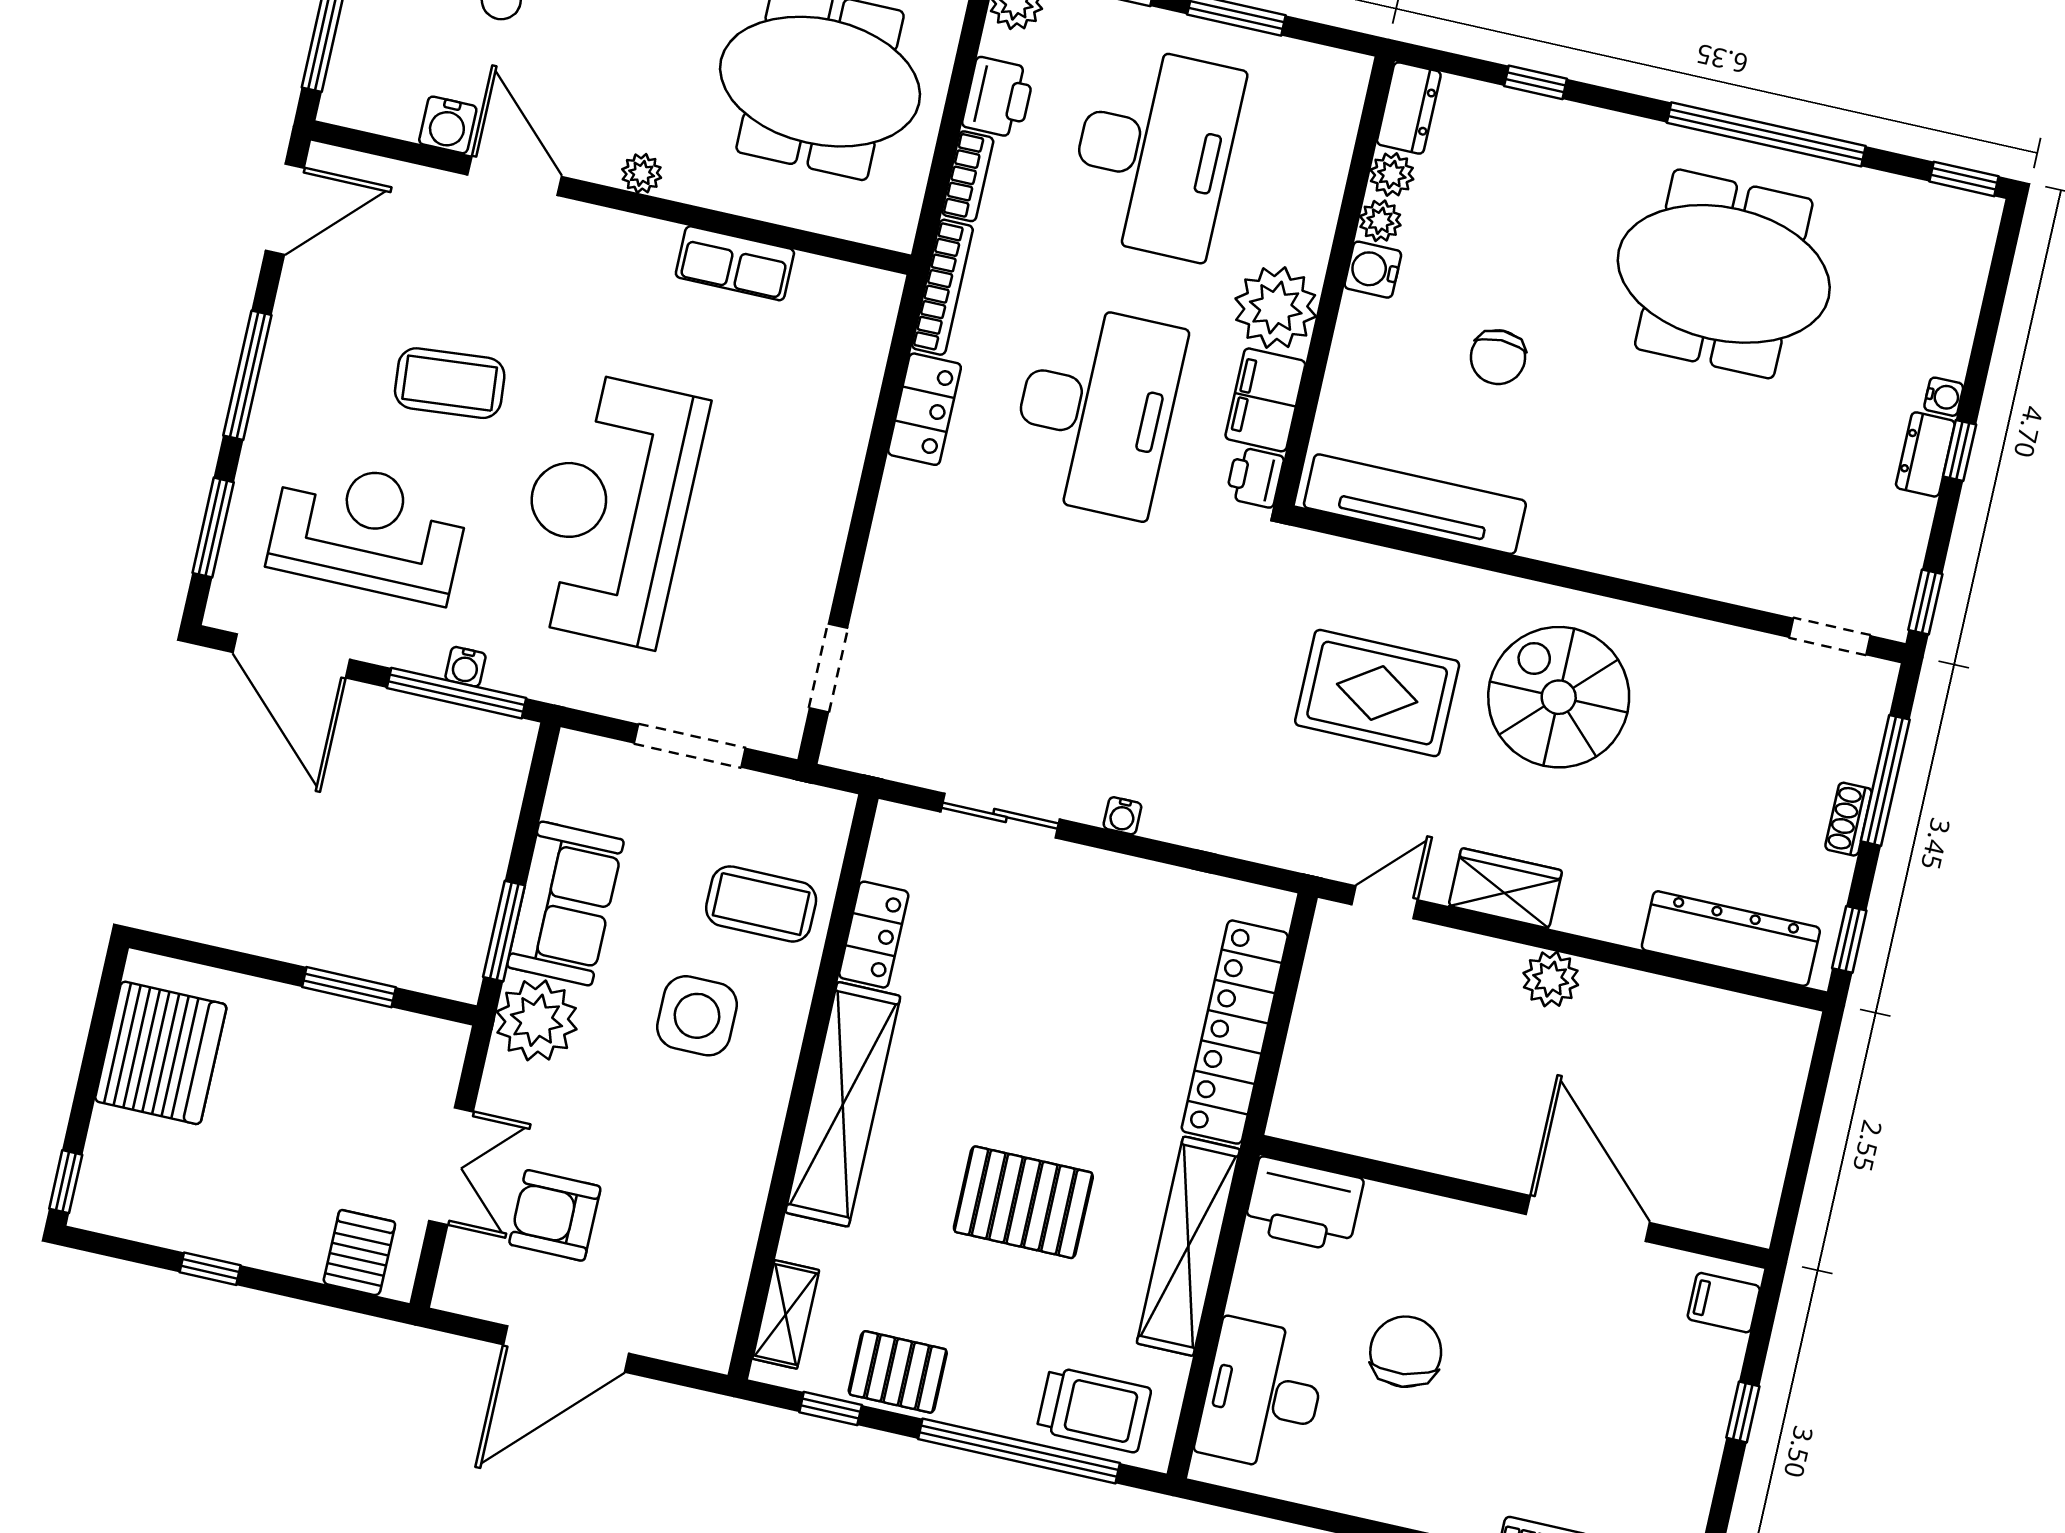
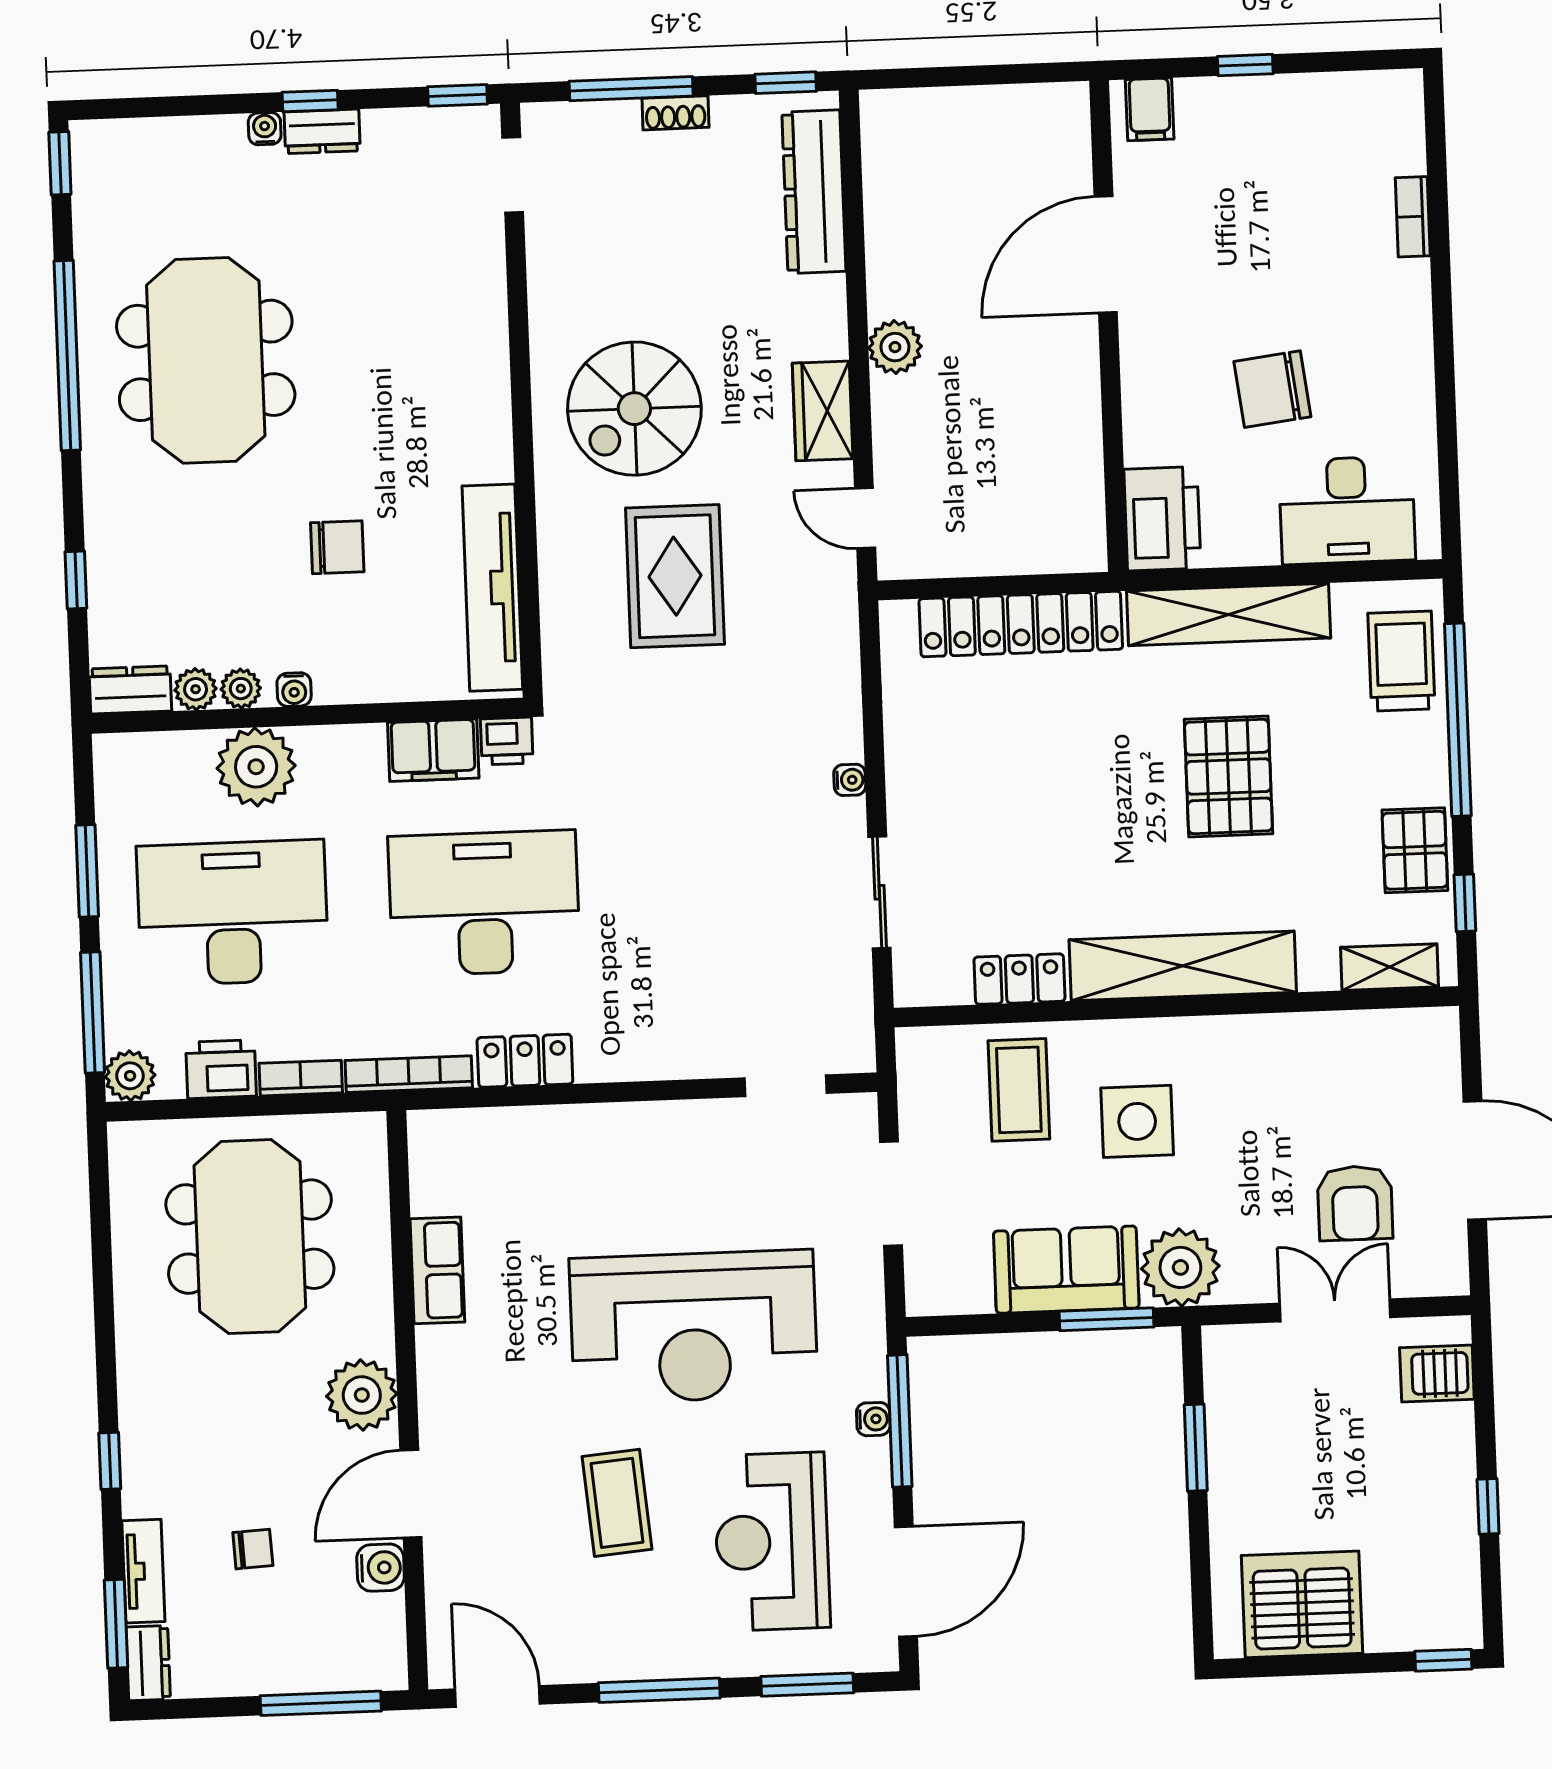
plant: (642, 173) -> (362, 1395), width x1.87, depth x1.87
water cooler: (1373, 270) -> (294, 690), width x0.72, depth x0.72
plant: (1276, 308) -> (256, 767), moved

